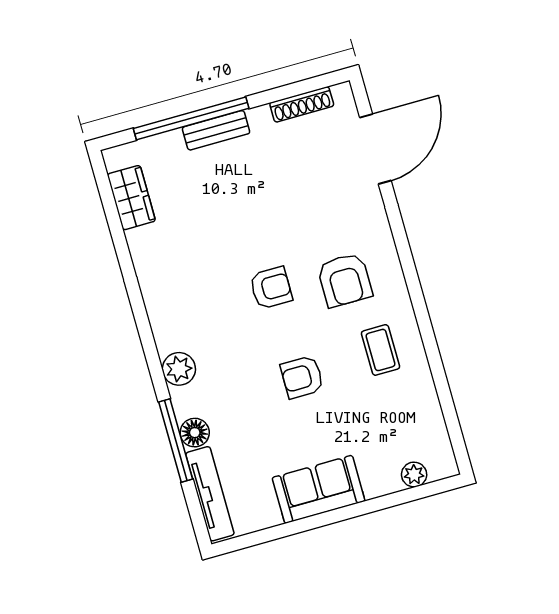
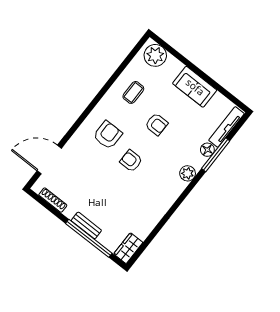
wardrobe: (131, 198) -> (128, 248), moved
coffee table: (381, 350) -> (133, 92), moved
plant: (414, 474) -> (155, 55), width x1.88, depth x1.88

